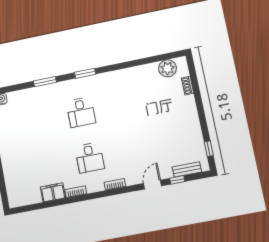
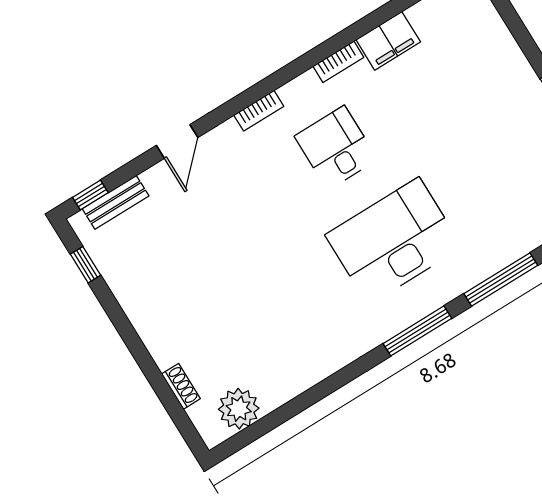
window: (85, 73) -> (417, 331), width x1.44
window: (45, 82) -> (501, 279), width x1.44
desk: (81, 112) -> (394, 241), width x1.87, depth x1.30
window: (177, 180) -> (90, 195), moved

